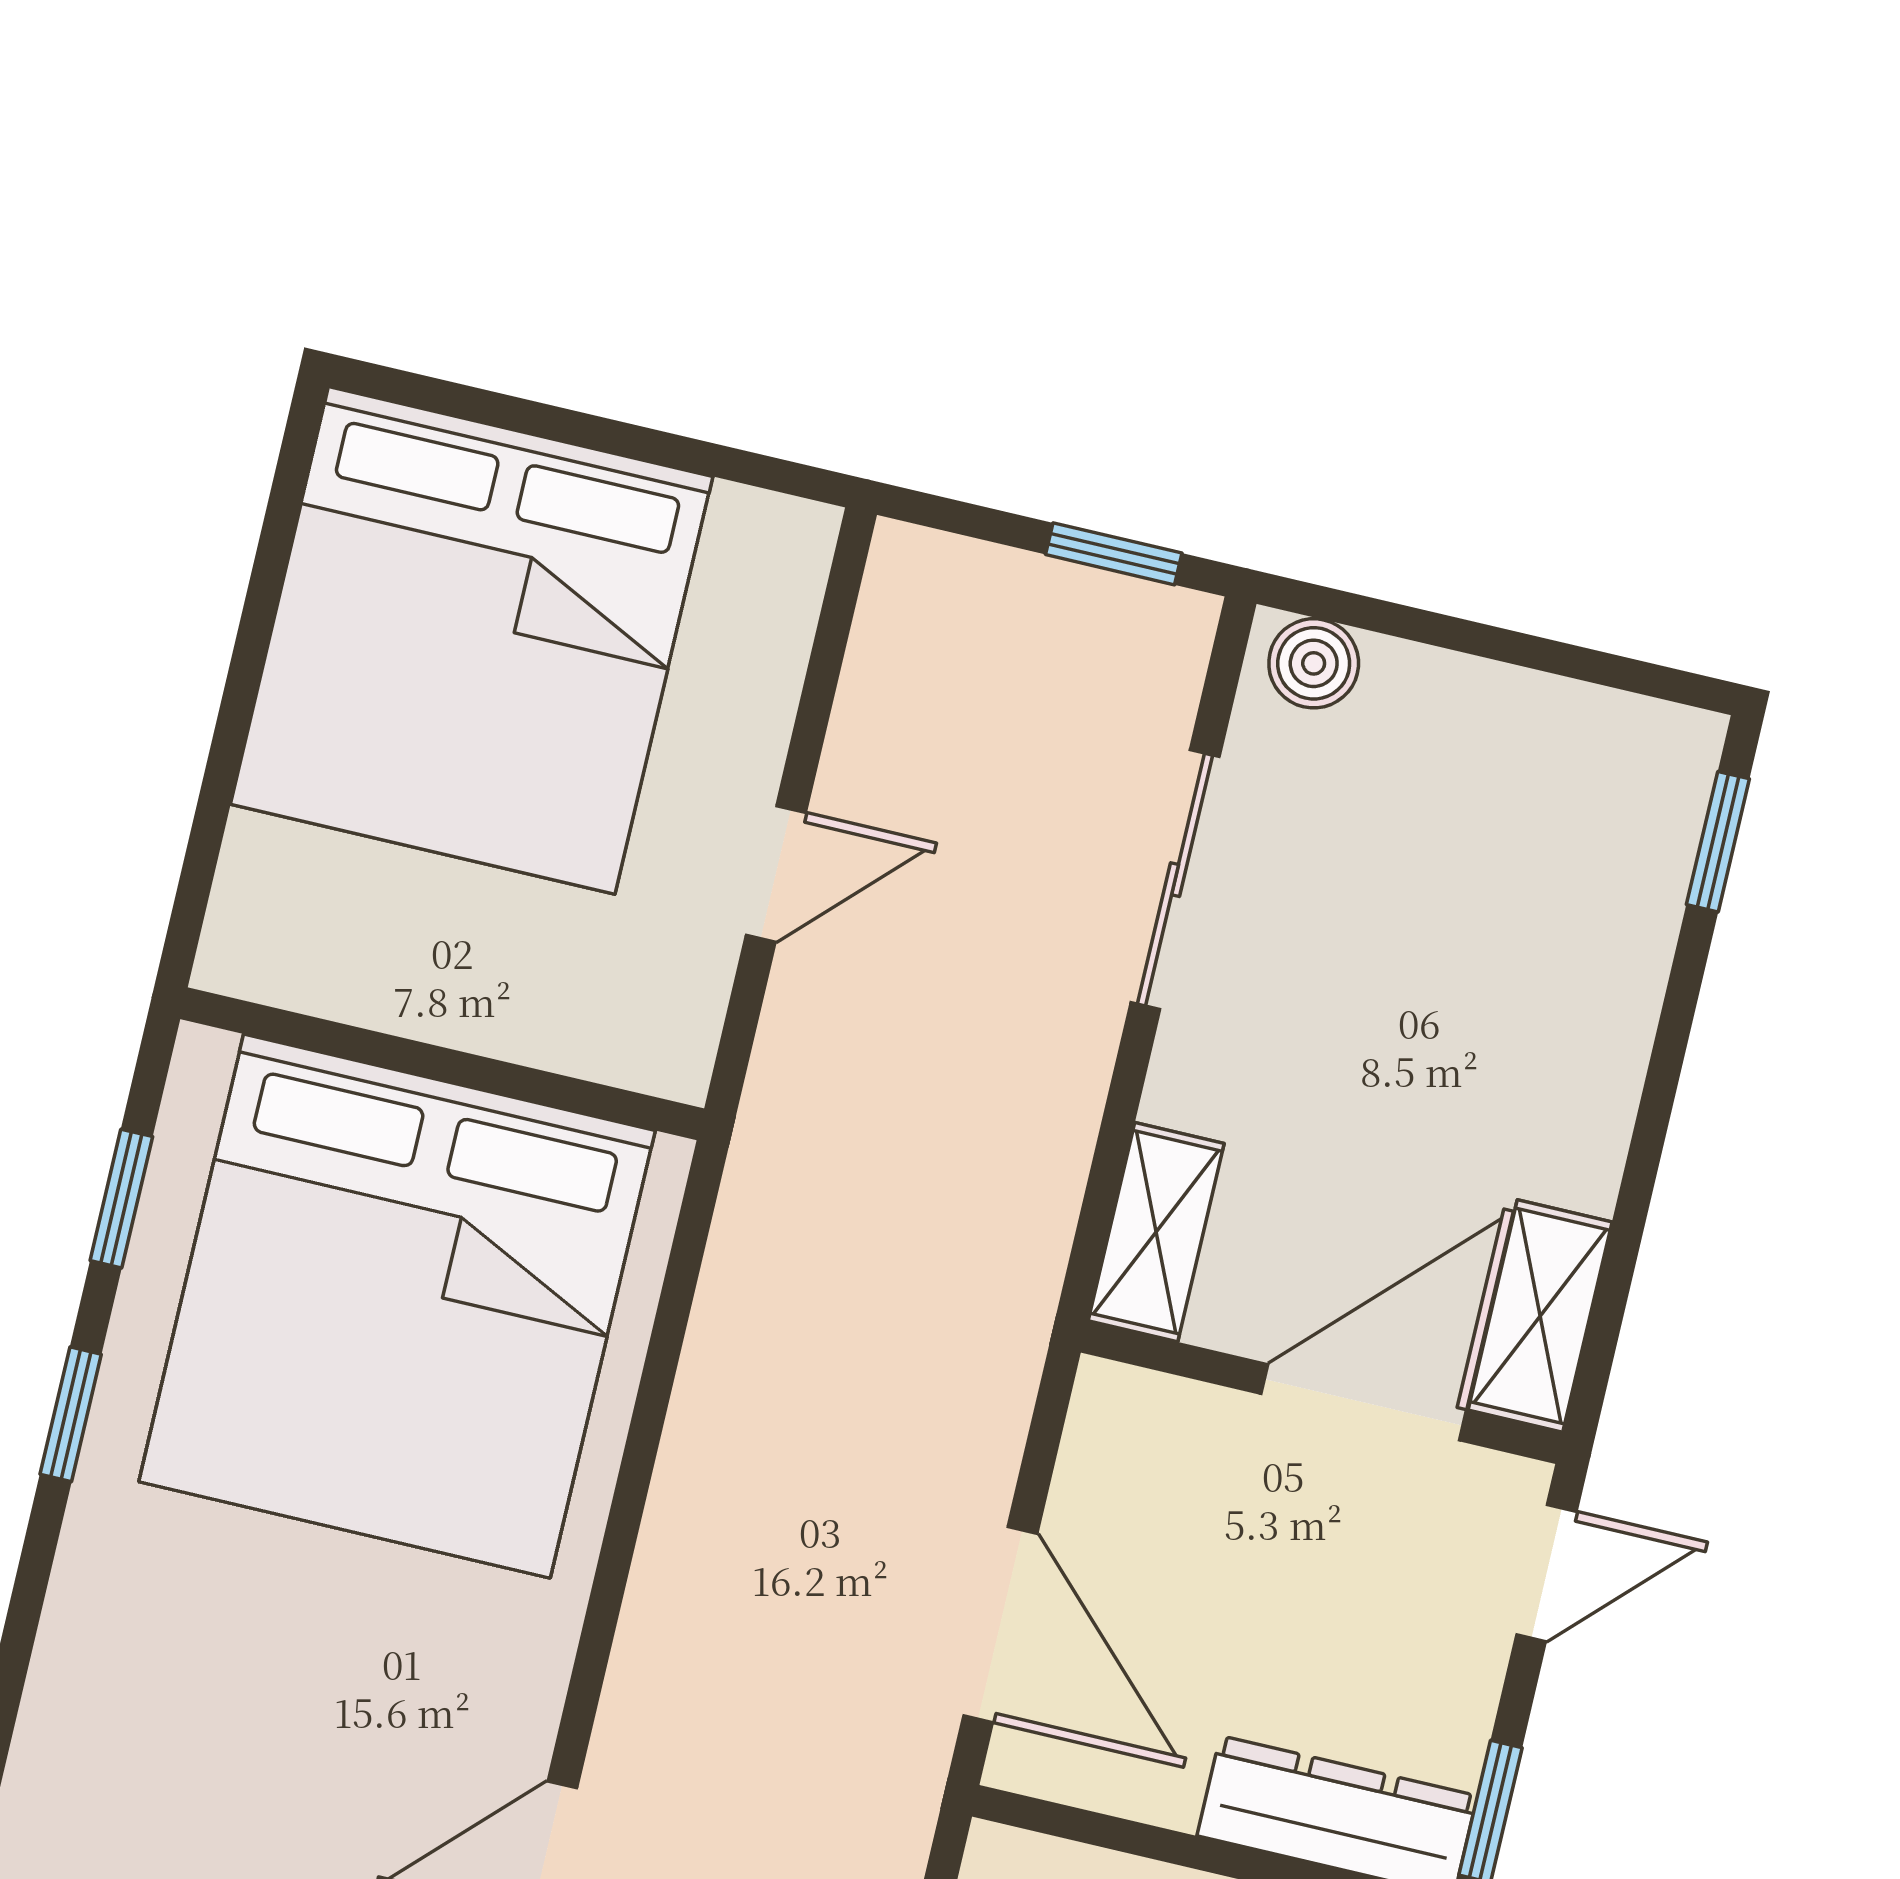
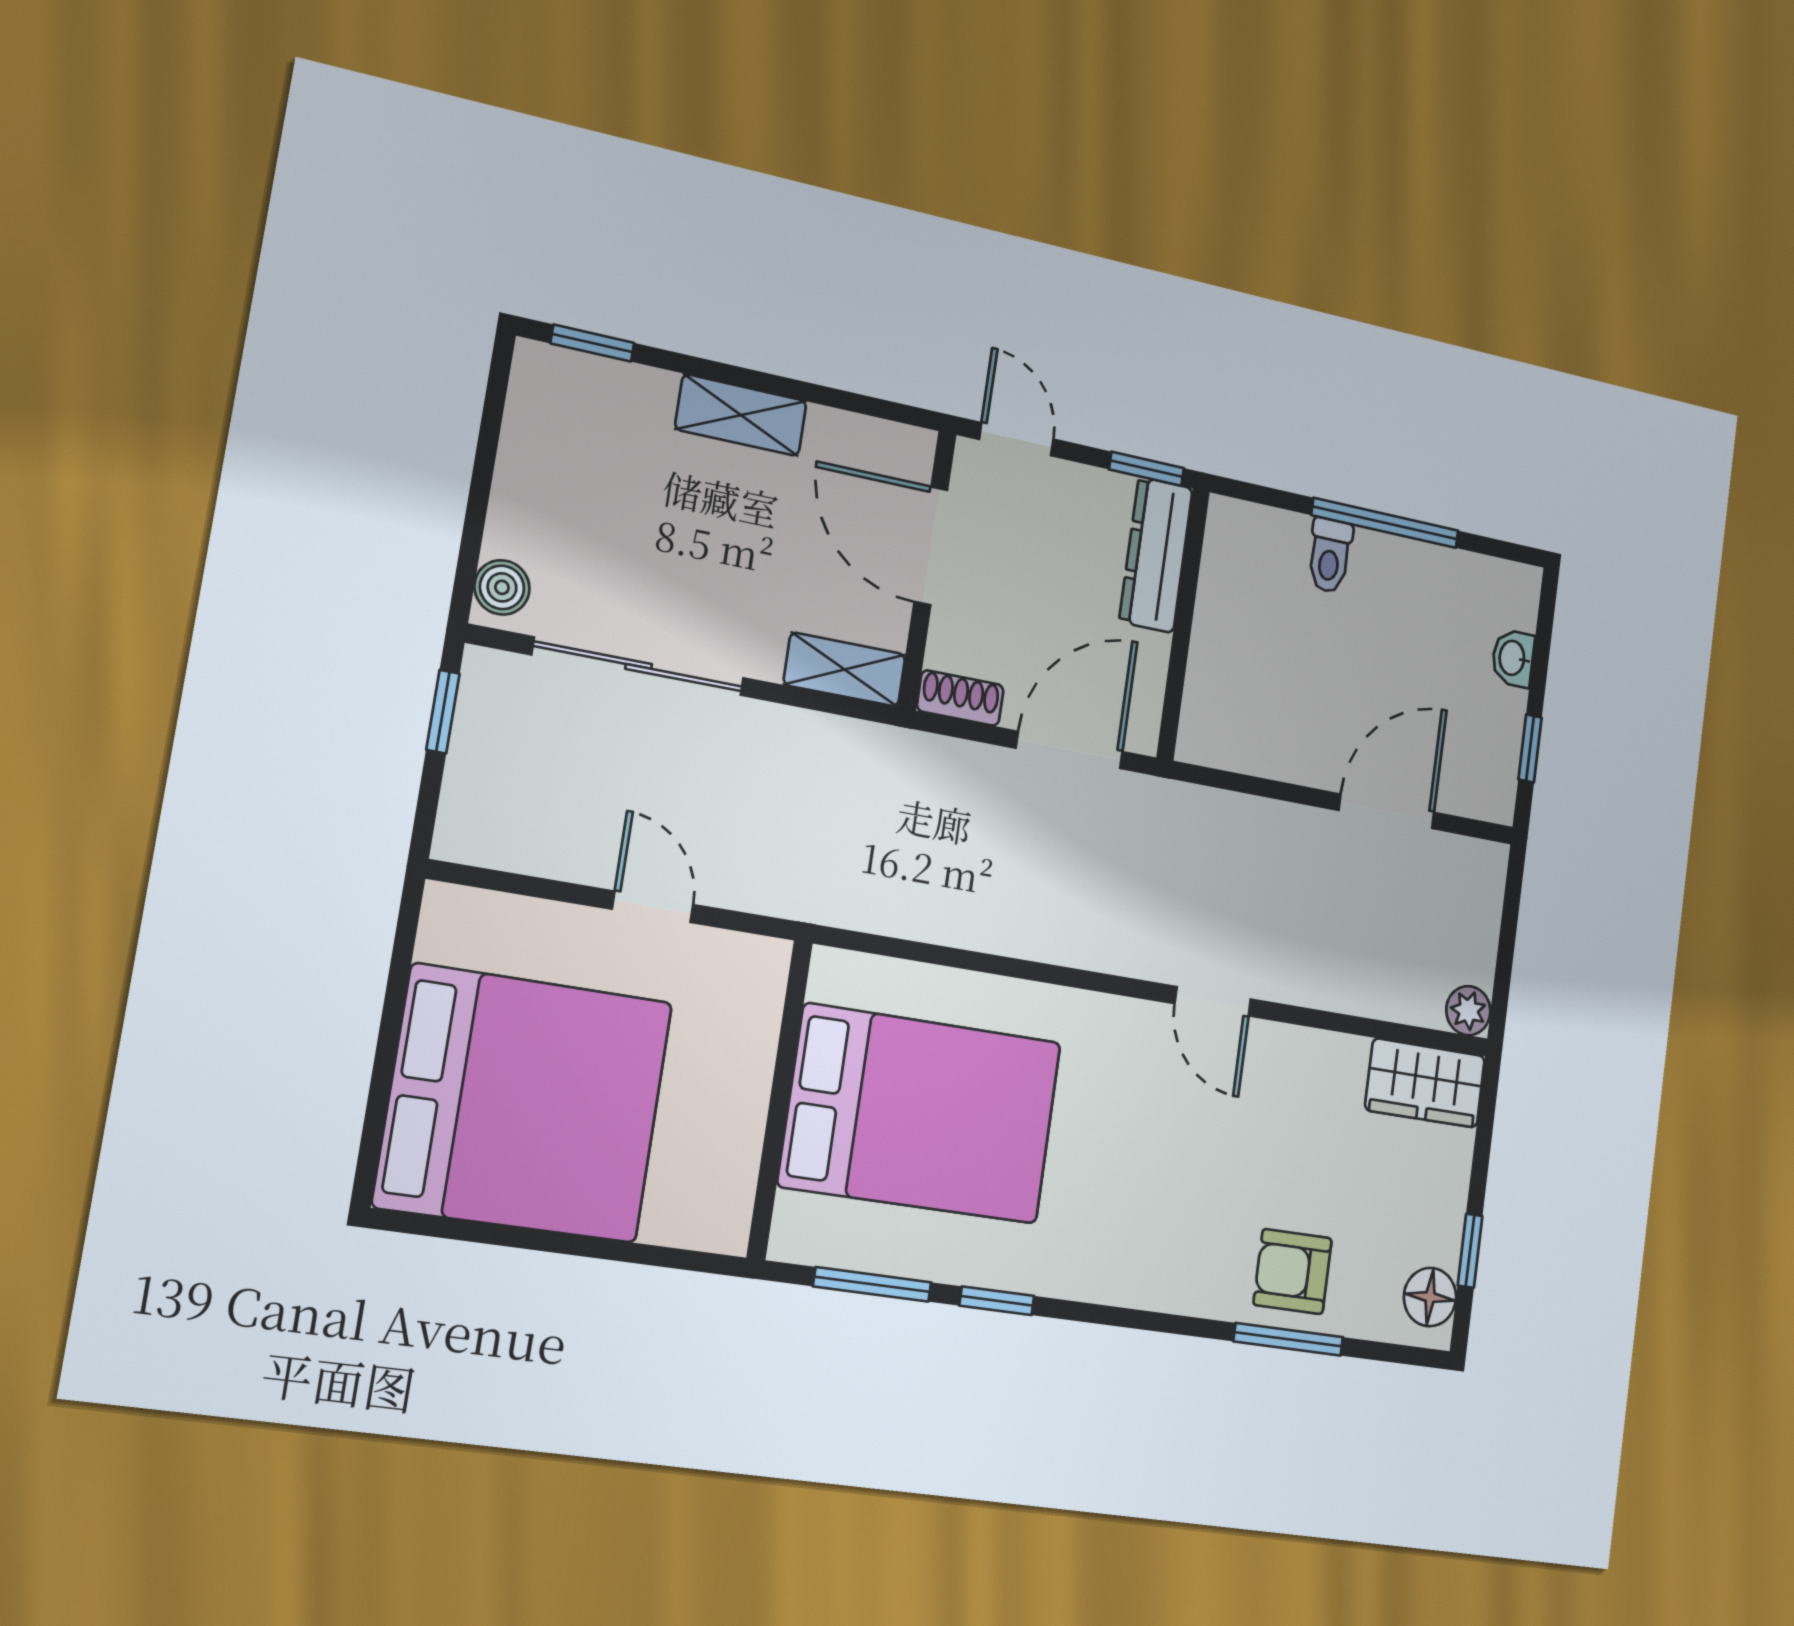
sliding door: (1175, 880) -> (639, 666), width x1.37
window: (121, 1199) -> (872, 1284), width x1.50
bed: (397, 1306) -> (921, 1114), width x0.73
shelving: (1540, 1316) -> (741, 415), moved
shoe rack: (1099, 1434) -> (960, 698), added

